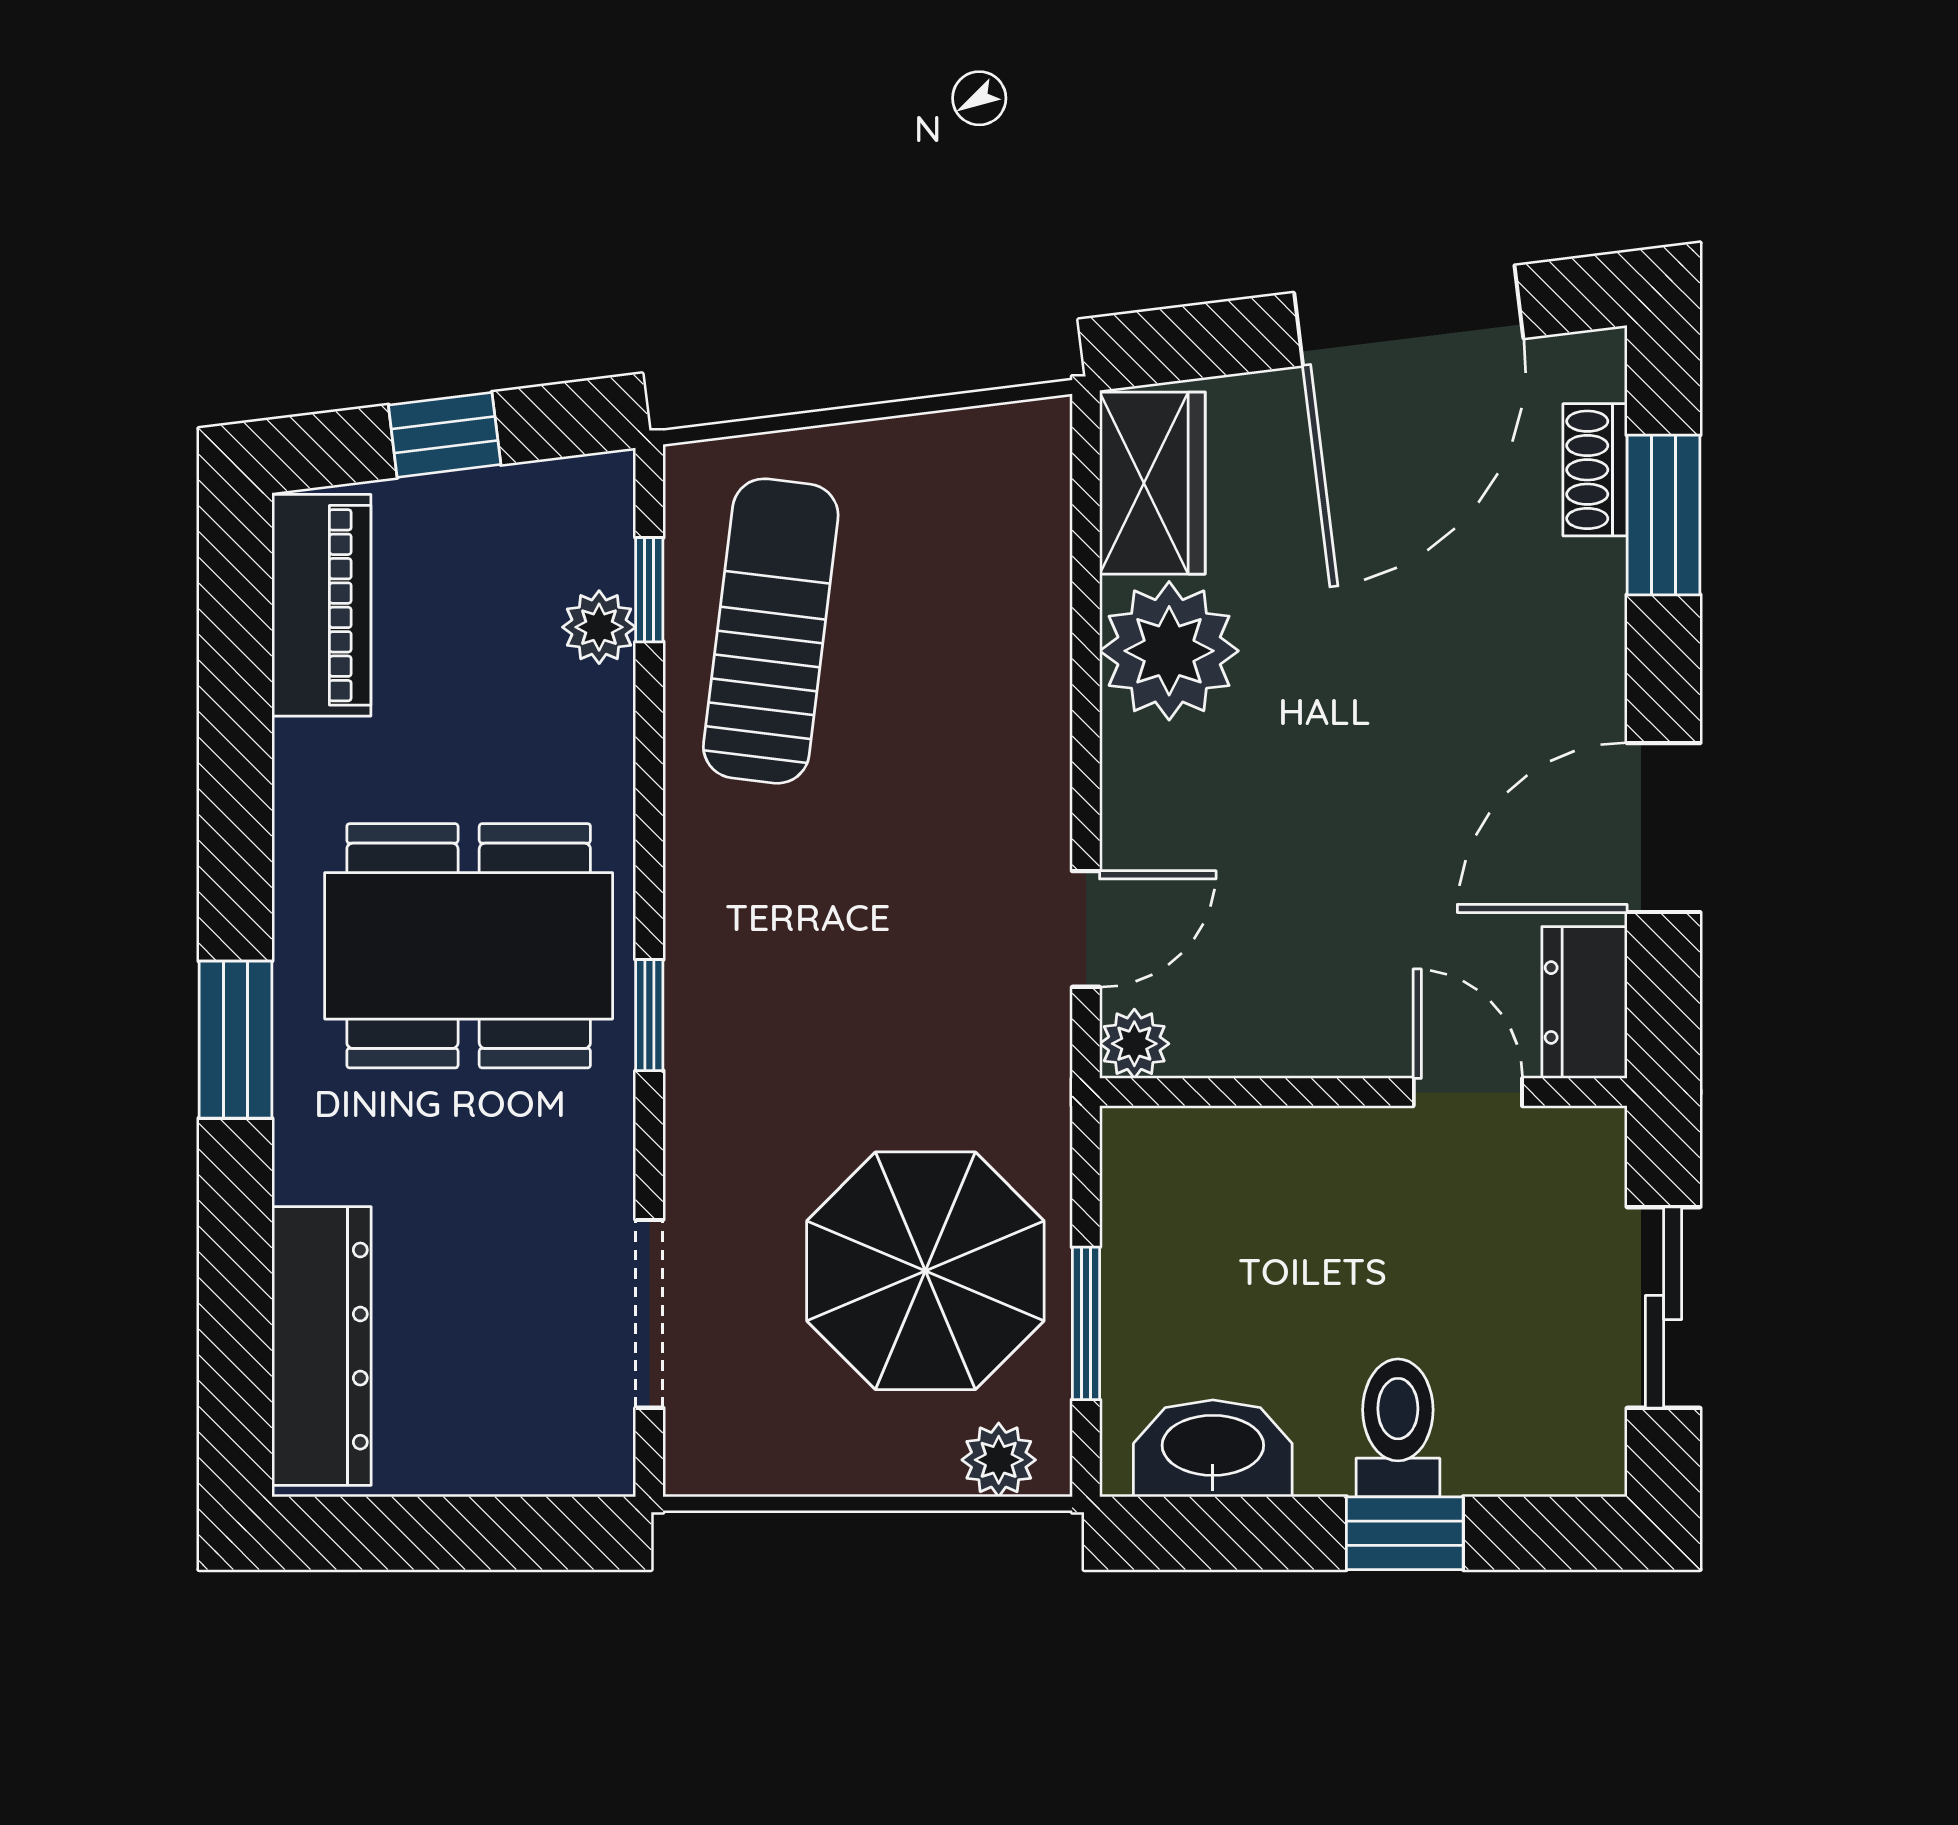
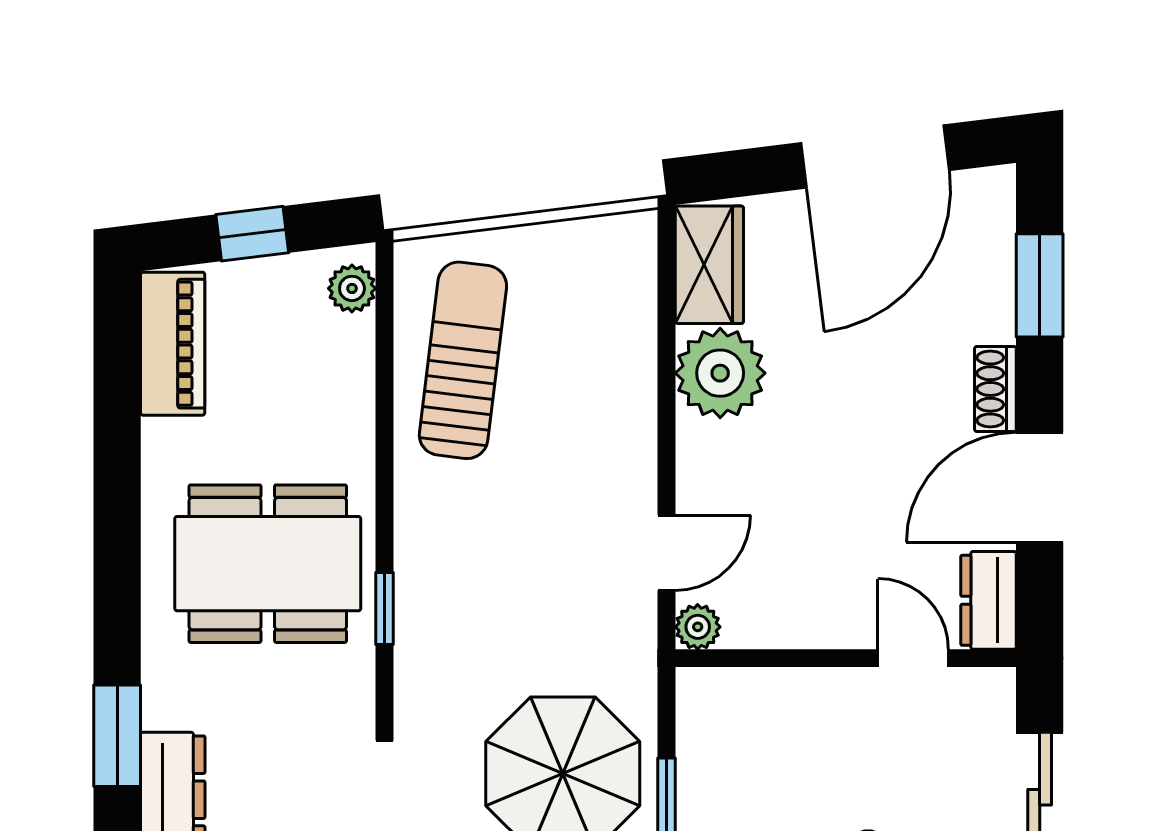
shoe rack: (1595, 470) -> (995, 389), moved
window: (649, 590) -> (384, 334), removed
plant: (599, 627) -> (352, 288), moved
window: (235, 1040) -> (117, 736), moved

